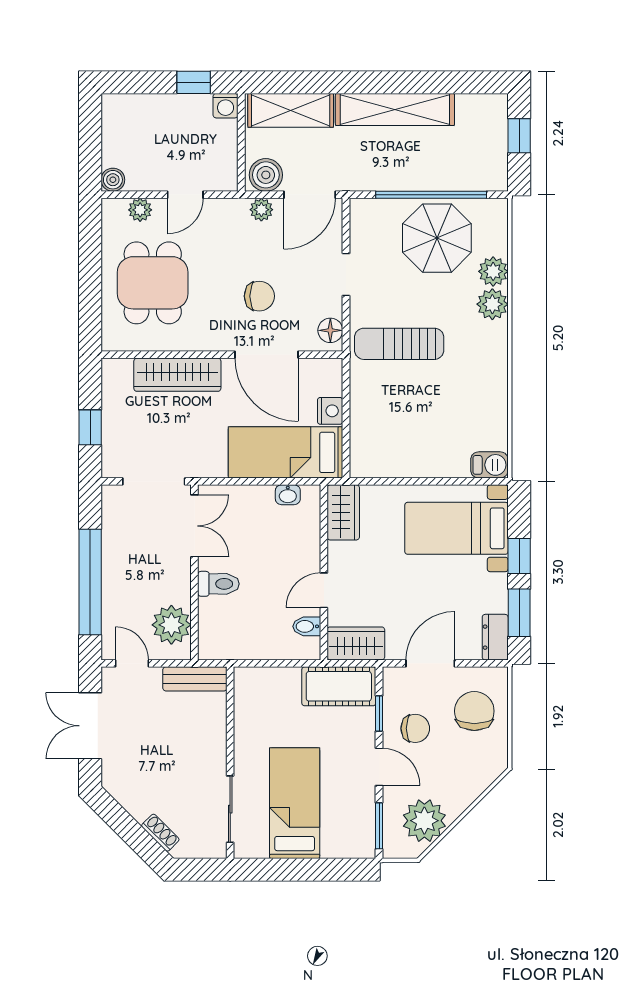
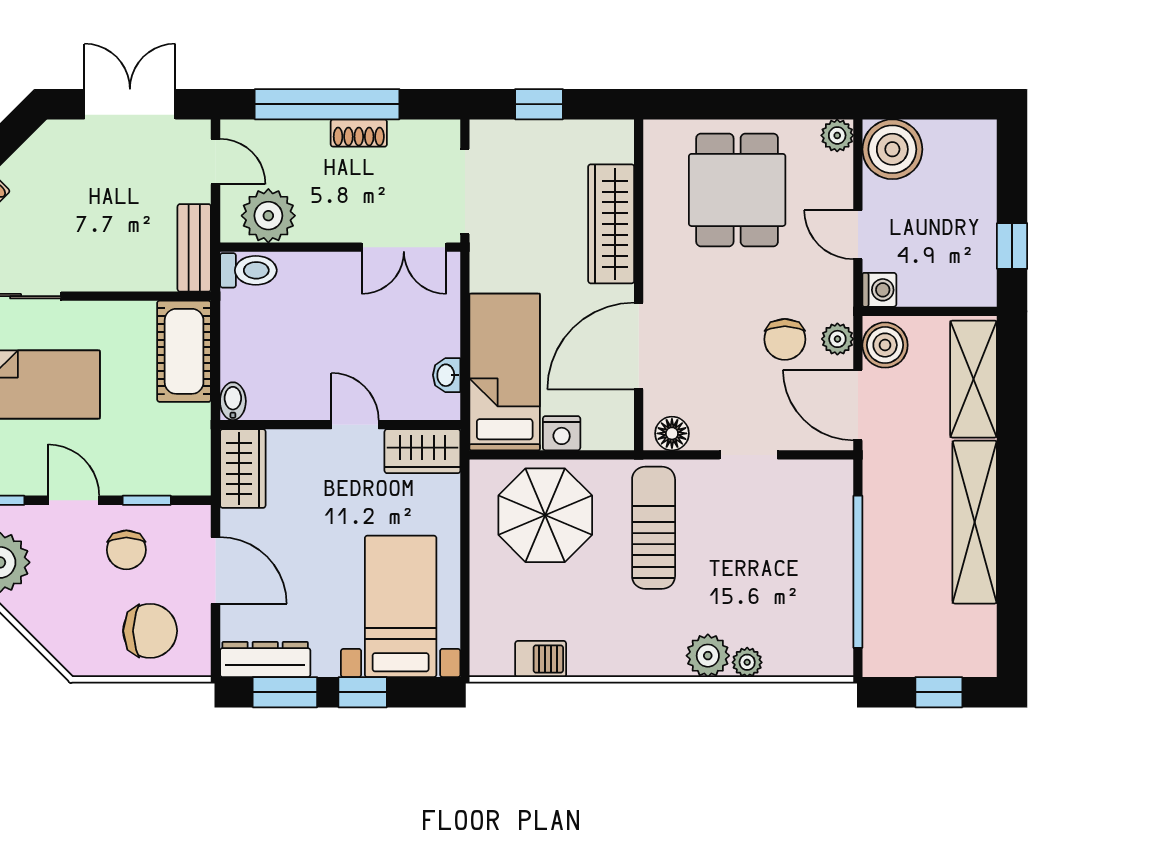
washing machine: (226, 106) -> (879, 290), moved, turned 180
boiler: (113, 180) -> (892, 149), width x1.86, depth x1.86
plant: (140, 210) -> (837, 135), moved
parasol: (437, 238) -> (545, 515), moved
plant: (493, 271) -> (747, 662), width x0.73, depth x0.73
dining table: (153, 283) -> (737, 190), turned 90
chair: (259, 296) -> (785, 339), moved
barbecue: (489, 465) -> (541, 659), moved, turned -90
shoe rack: (111, 559) -> (359, 133), added
toilet: (218, 584) -> (248, 270), moved, turned -90
door: (324, 590) -> (355, 425), moved
bidet: (307, 626) -> (233, 401), moved
dresser: (495, 637) -> (265, 659), width x1.44
door: (132, 663) -> (215, 162), hinge flipped
cot: (339, 686) -> (184, 351), moved
door: (379, 767) -> (74, 500), swing flipped

